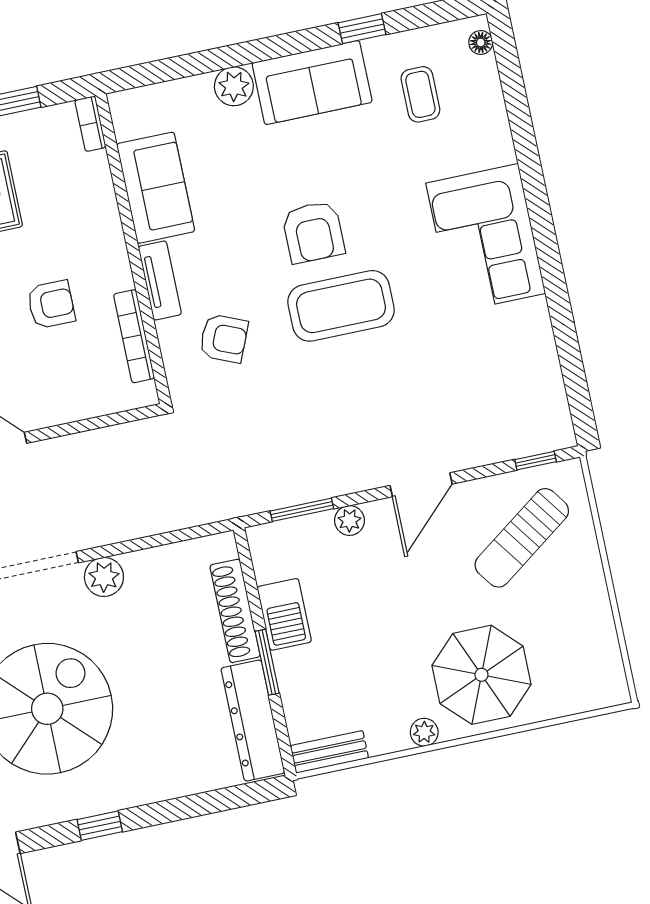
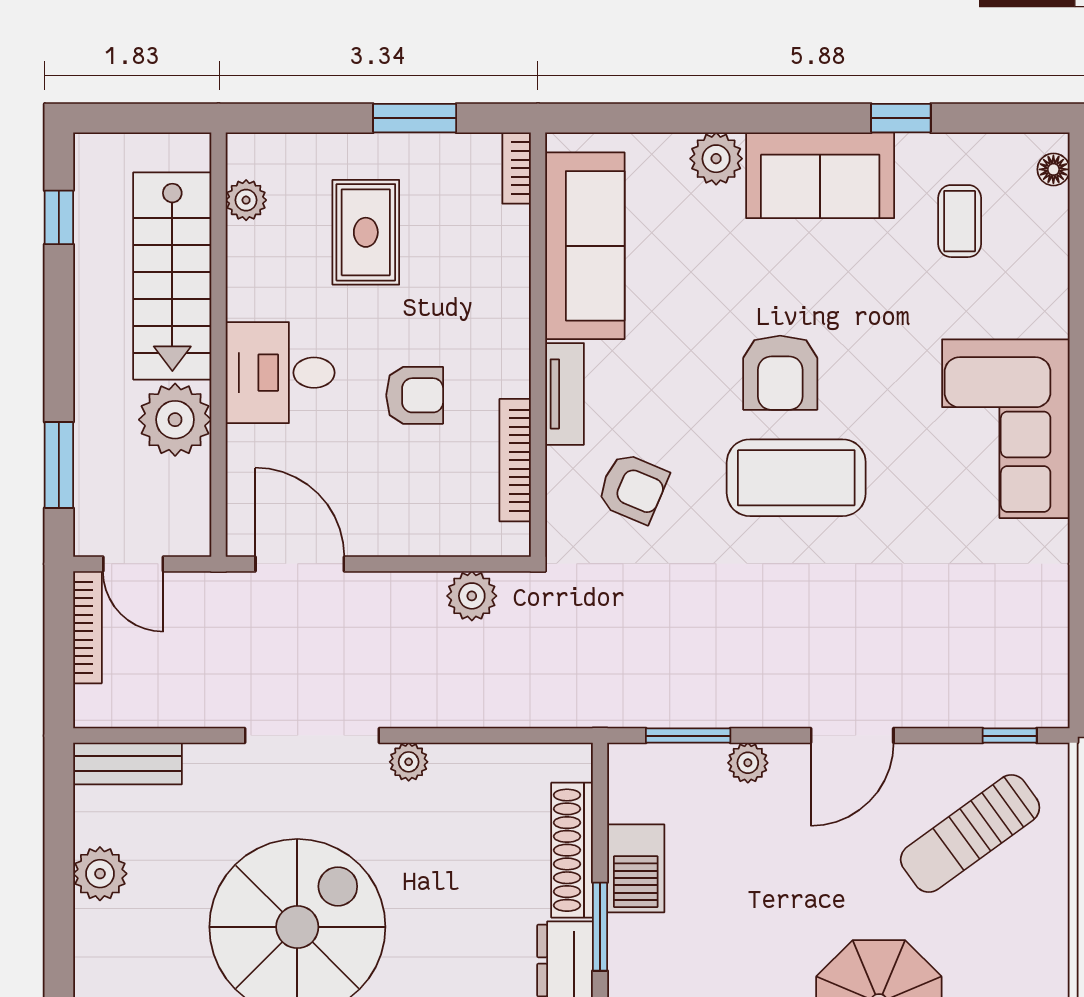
sofa: (156, 188) -> (585, 246), width x1.36
plant: (123, 441) -> (472, 596), added
plant: (104, 577) -> (409, 762), width x0.73, depth x0.73

